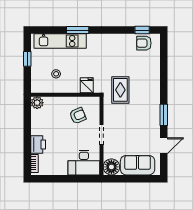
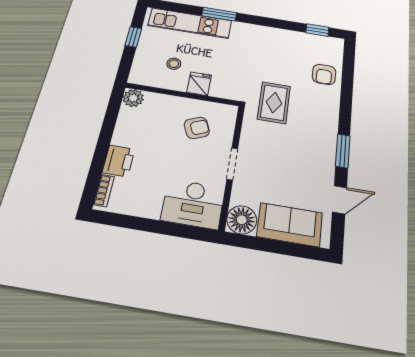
armchair: (144, 43) -> (324, 74), moved, turned -90
fridge: (87, 85) -> (199, 84), moved

